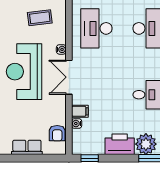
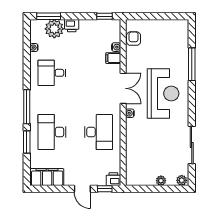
coffee table: (40, 18) -> (149, 142), removed
printer: (120, 144) -> (72, 26), width x0.53, depth x0.68
row of seats: (27, 147) -> (161, 26), removed

